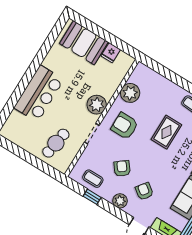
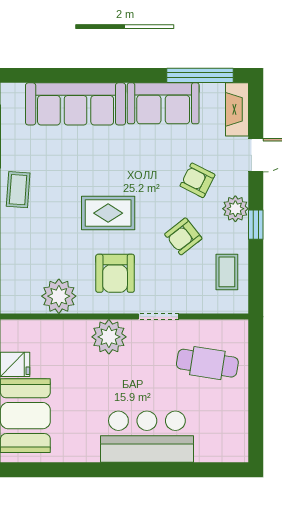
rug: (166, 132) -> (108, 213), moved
armchair: (144, 191) -> (197, 180), turned 80
window: (92, 197) -> (256, 225), moved

